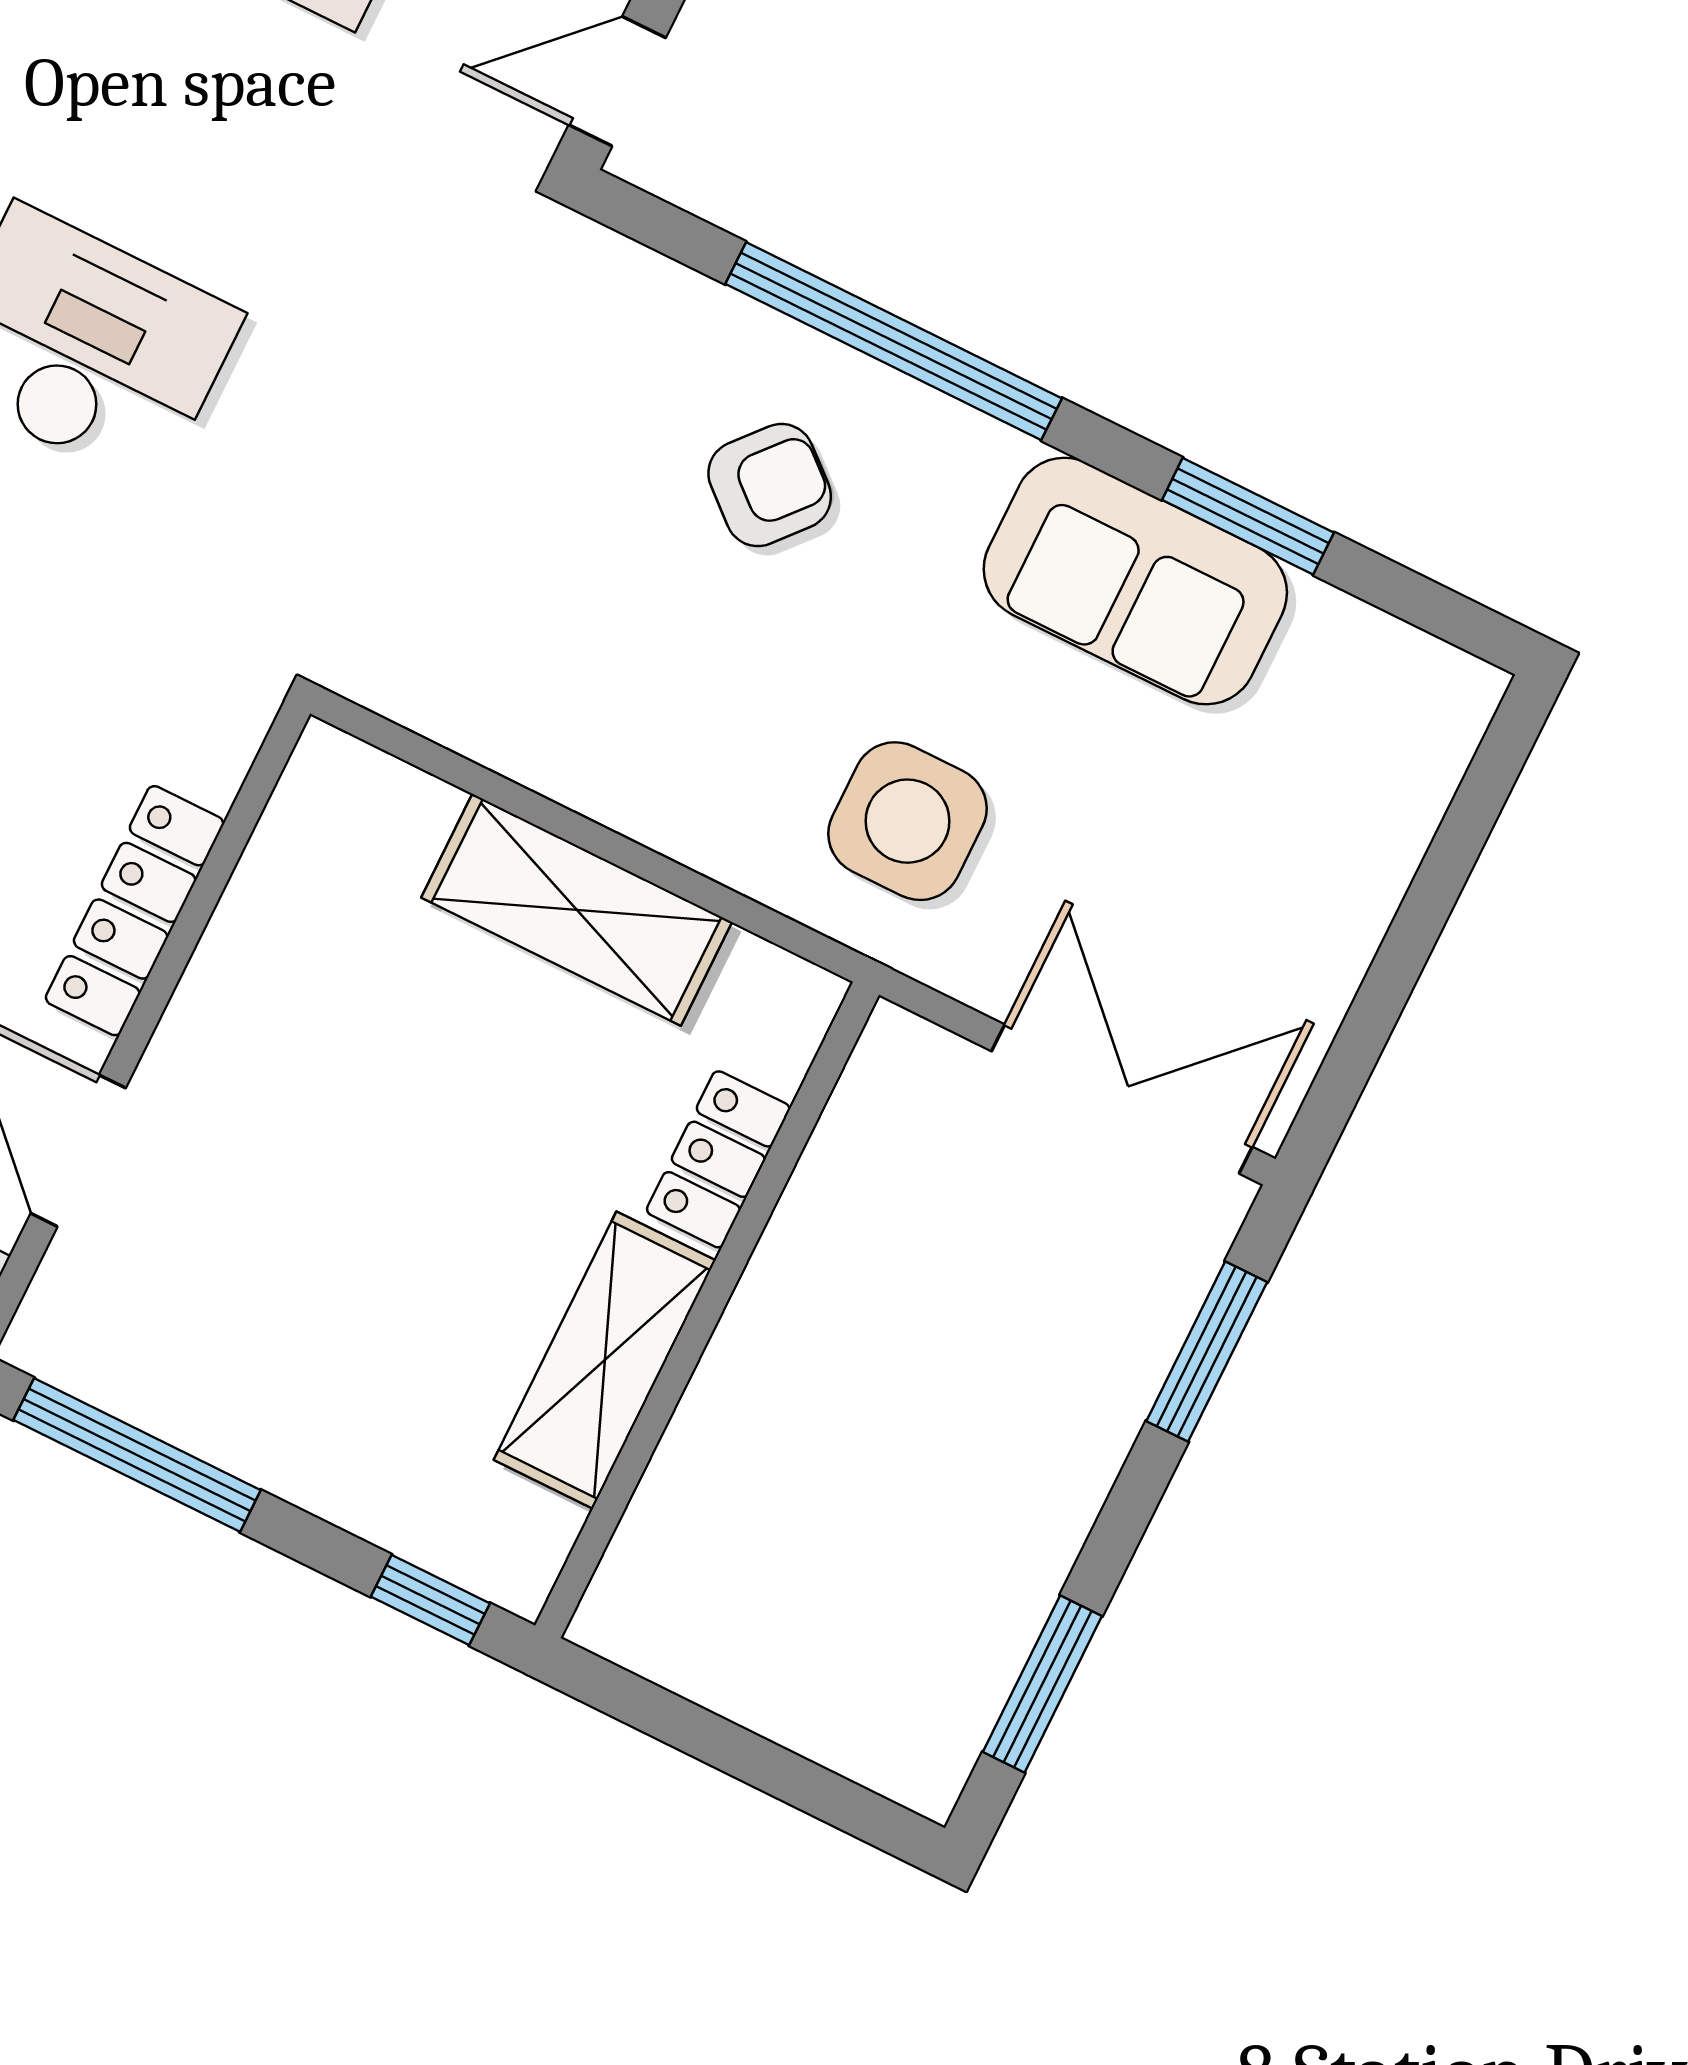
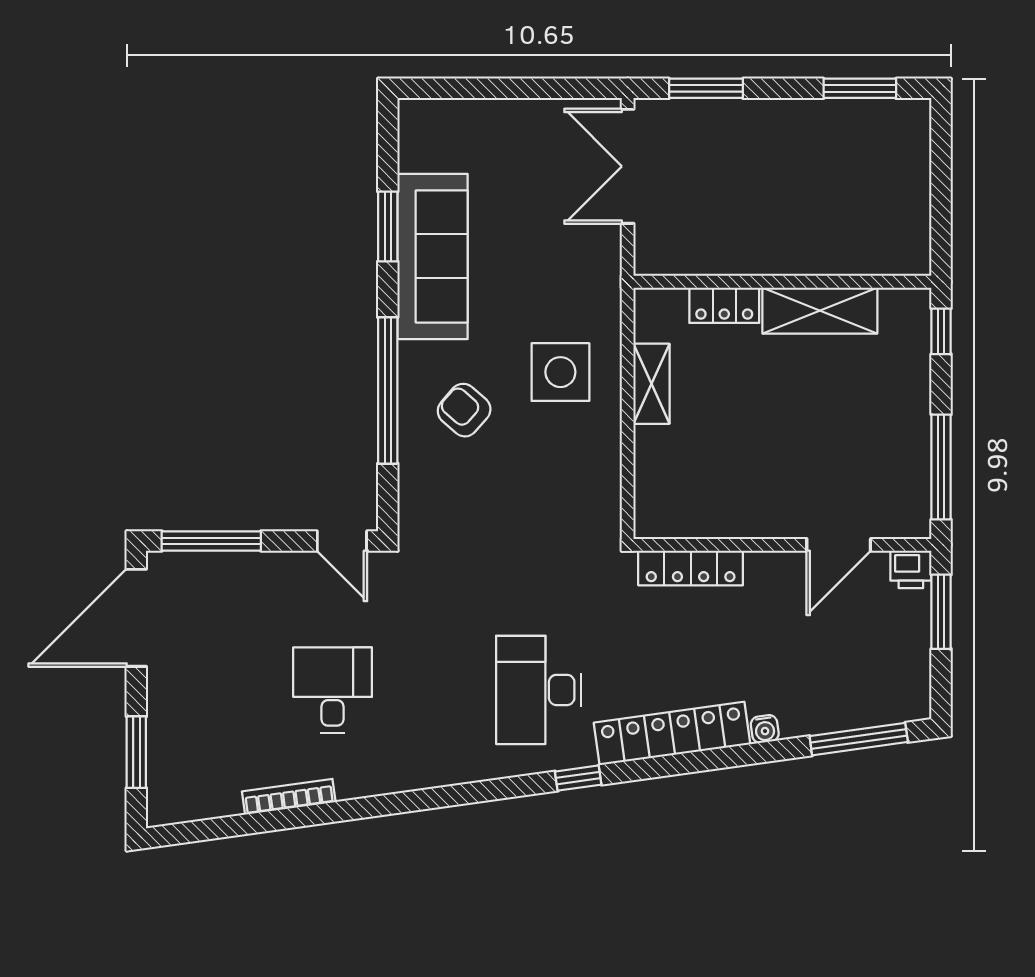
sofa: (1135, 581) -> (433, 256), width x1.36
side table: (908, 821) -> (560, 372), moved
shelving: (577, 910) -> (651, 384), width x0.67, depth x0.75
locker: (135, 911) -> (691, 568), moved

